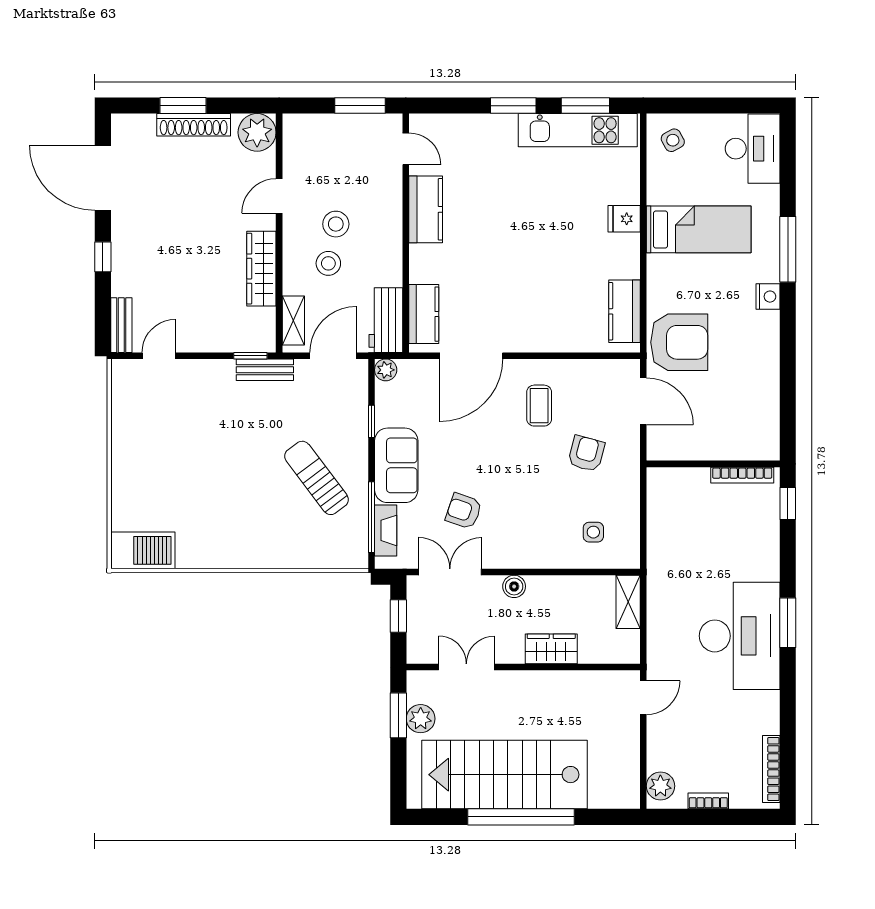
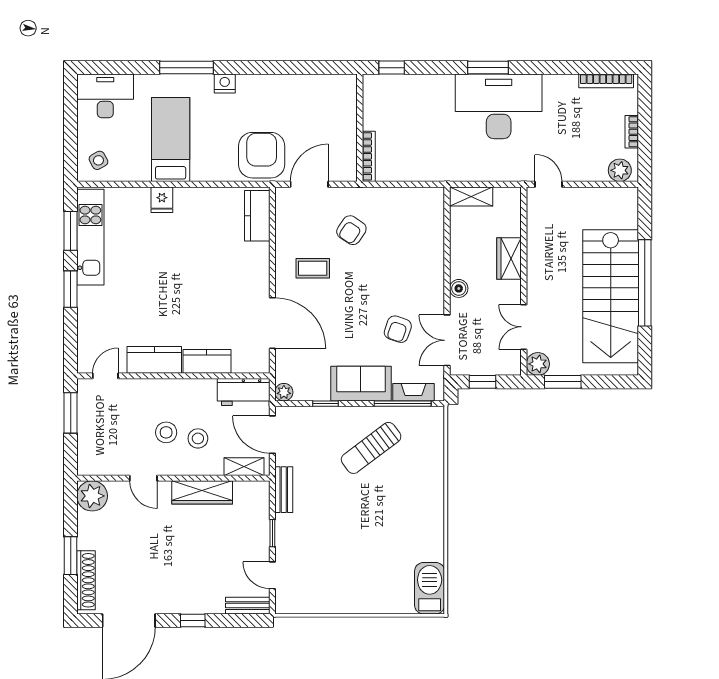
shoe rack: (194, 125) -> (86, 580), moved
kitchen counter: (624, 311) -> (257, 216), moved, turned 90
kitchen counter: (424, 314) -> (207, 361), moved
window: (250, 356) -> (272, 533), moved
armchair: (586, 454) -> (351, 230), turned -71
bookcase: (742, 475) -> (369, 156), moved
side table: (593, 532) -> (415, 224), removed
plant: (421, 719) -> (538, 364), moved

